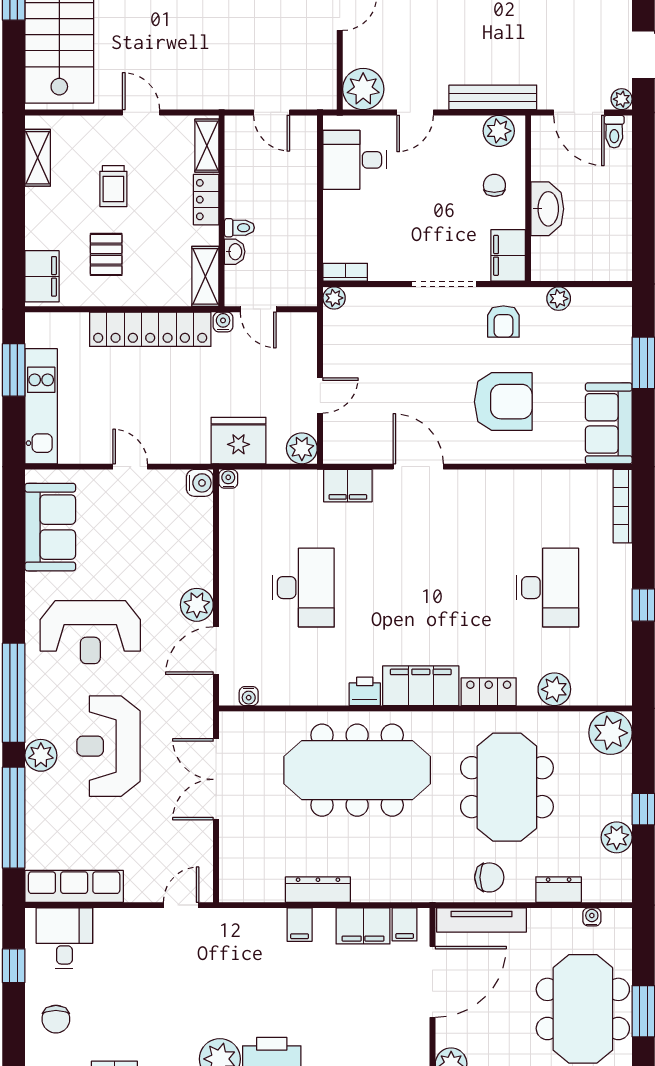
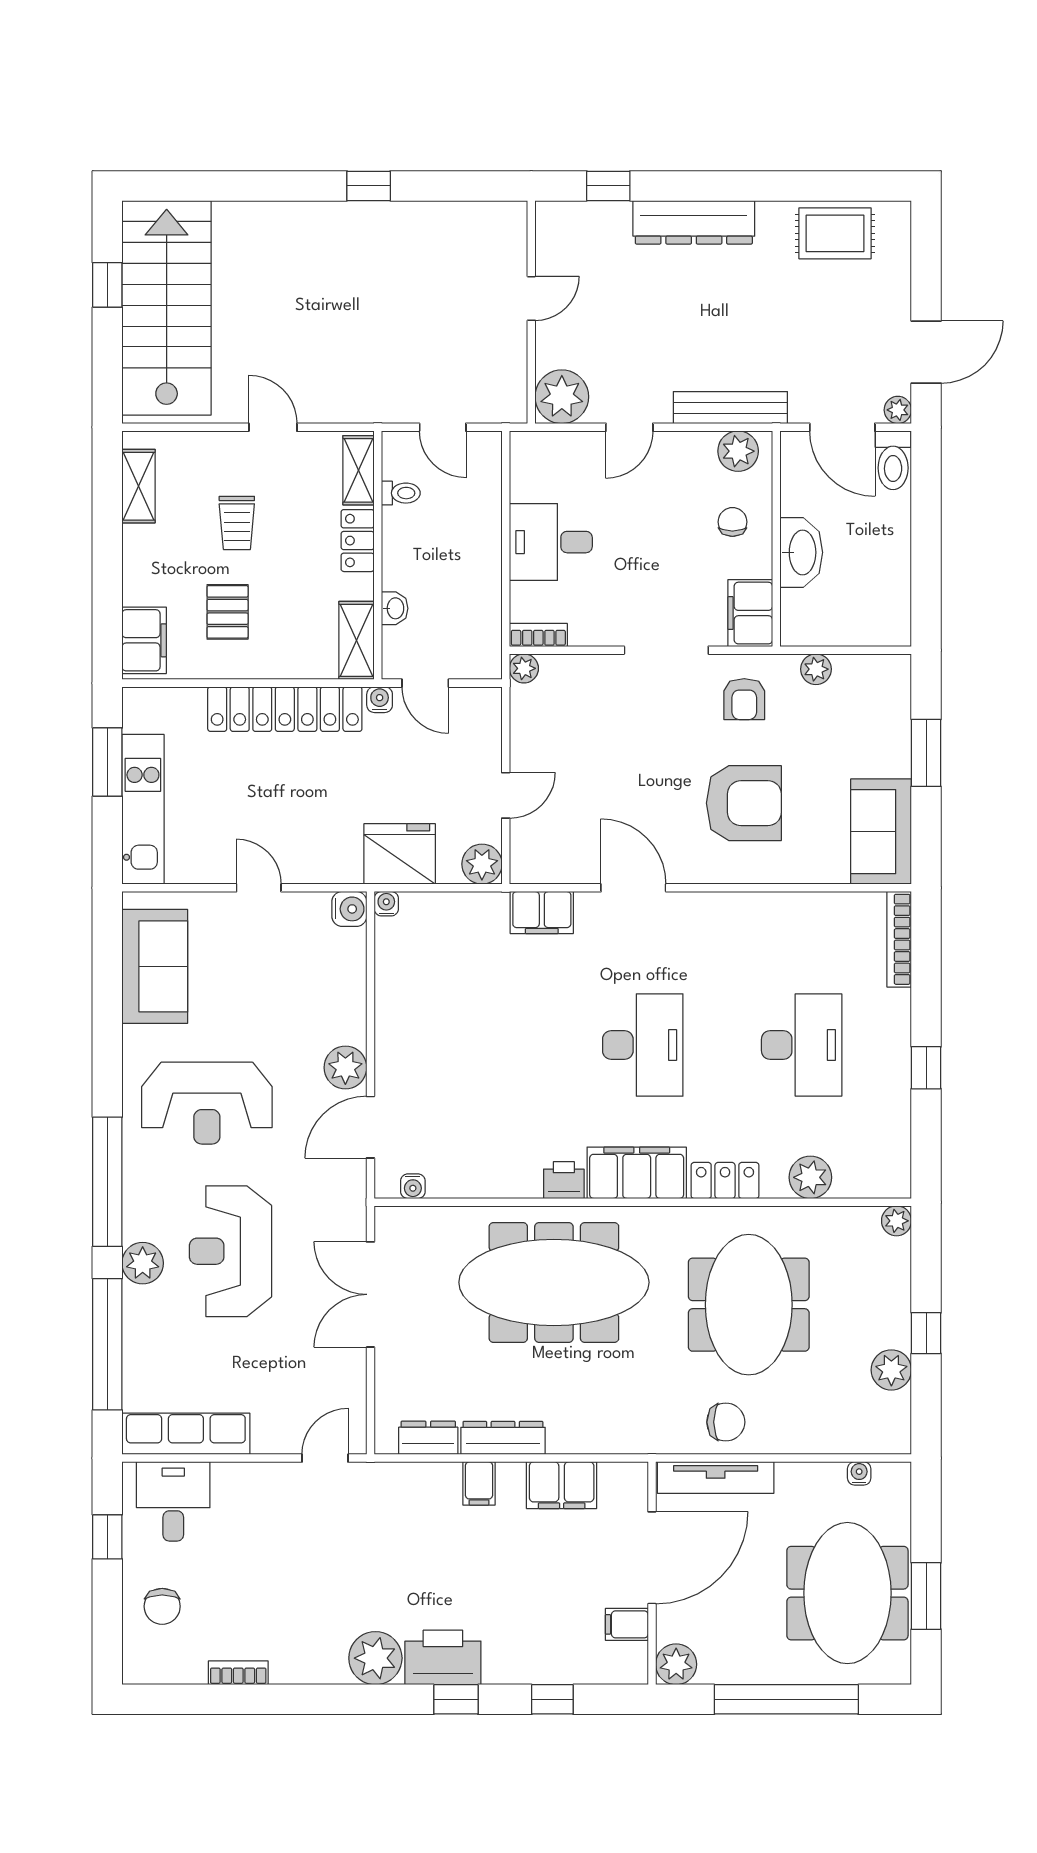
toilet: (614, 132) -> (893, 460), width x1.37, depth x1.39
desk: (355, 160) -> (551, 542), moved
toilet: (239, 228) -> (401, 493), moved
desk: (303, 588) -> (643, 1045), moved
plant: (610, 733) -> (896, 1221), width x0.53, depth x0.53
dresser: (559, 890) -> (428, 1438), moved
filing cabinet: (405, 924) -> (627, 1624), moved, turned 90

